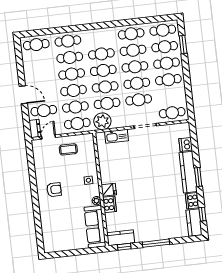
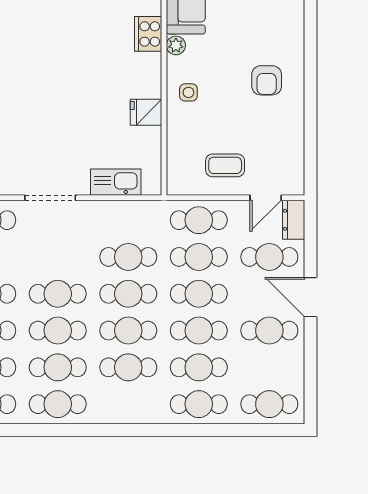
cafe table: (139, 100) -> (269, 331), moved
plant: (102, 121) -> (143, 219), removed
armchair: (54, 190) -> (267, 80), turned -90
fridge: (109, 190) -> (146, 112), moved

